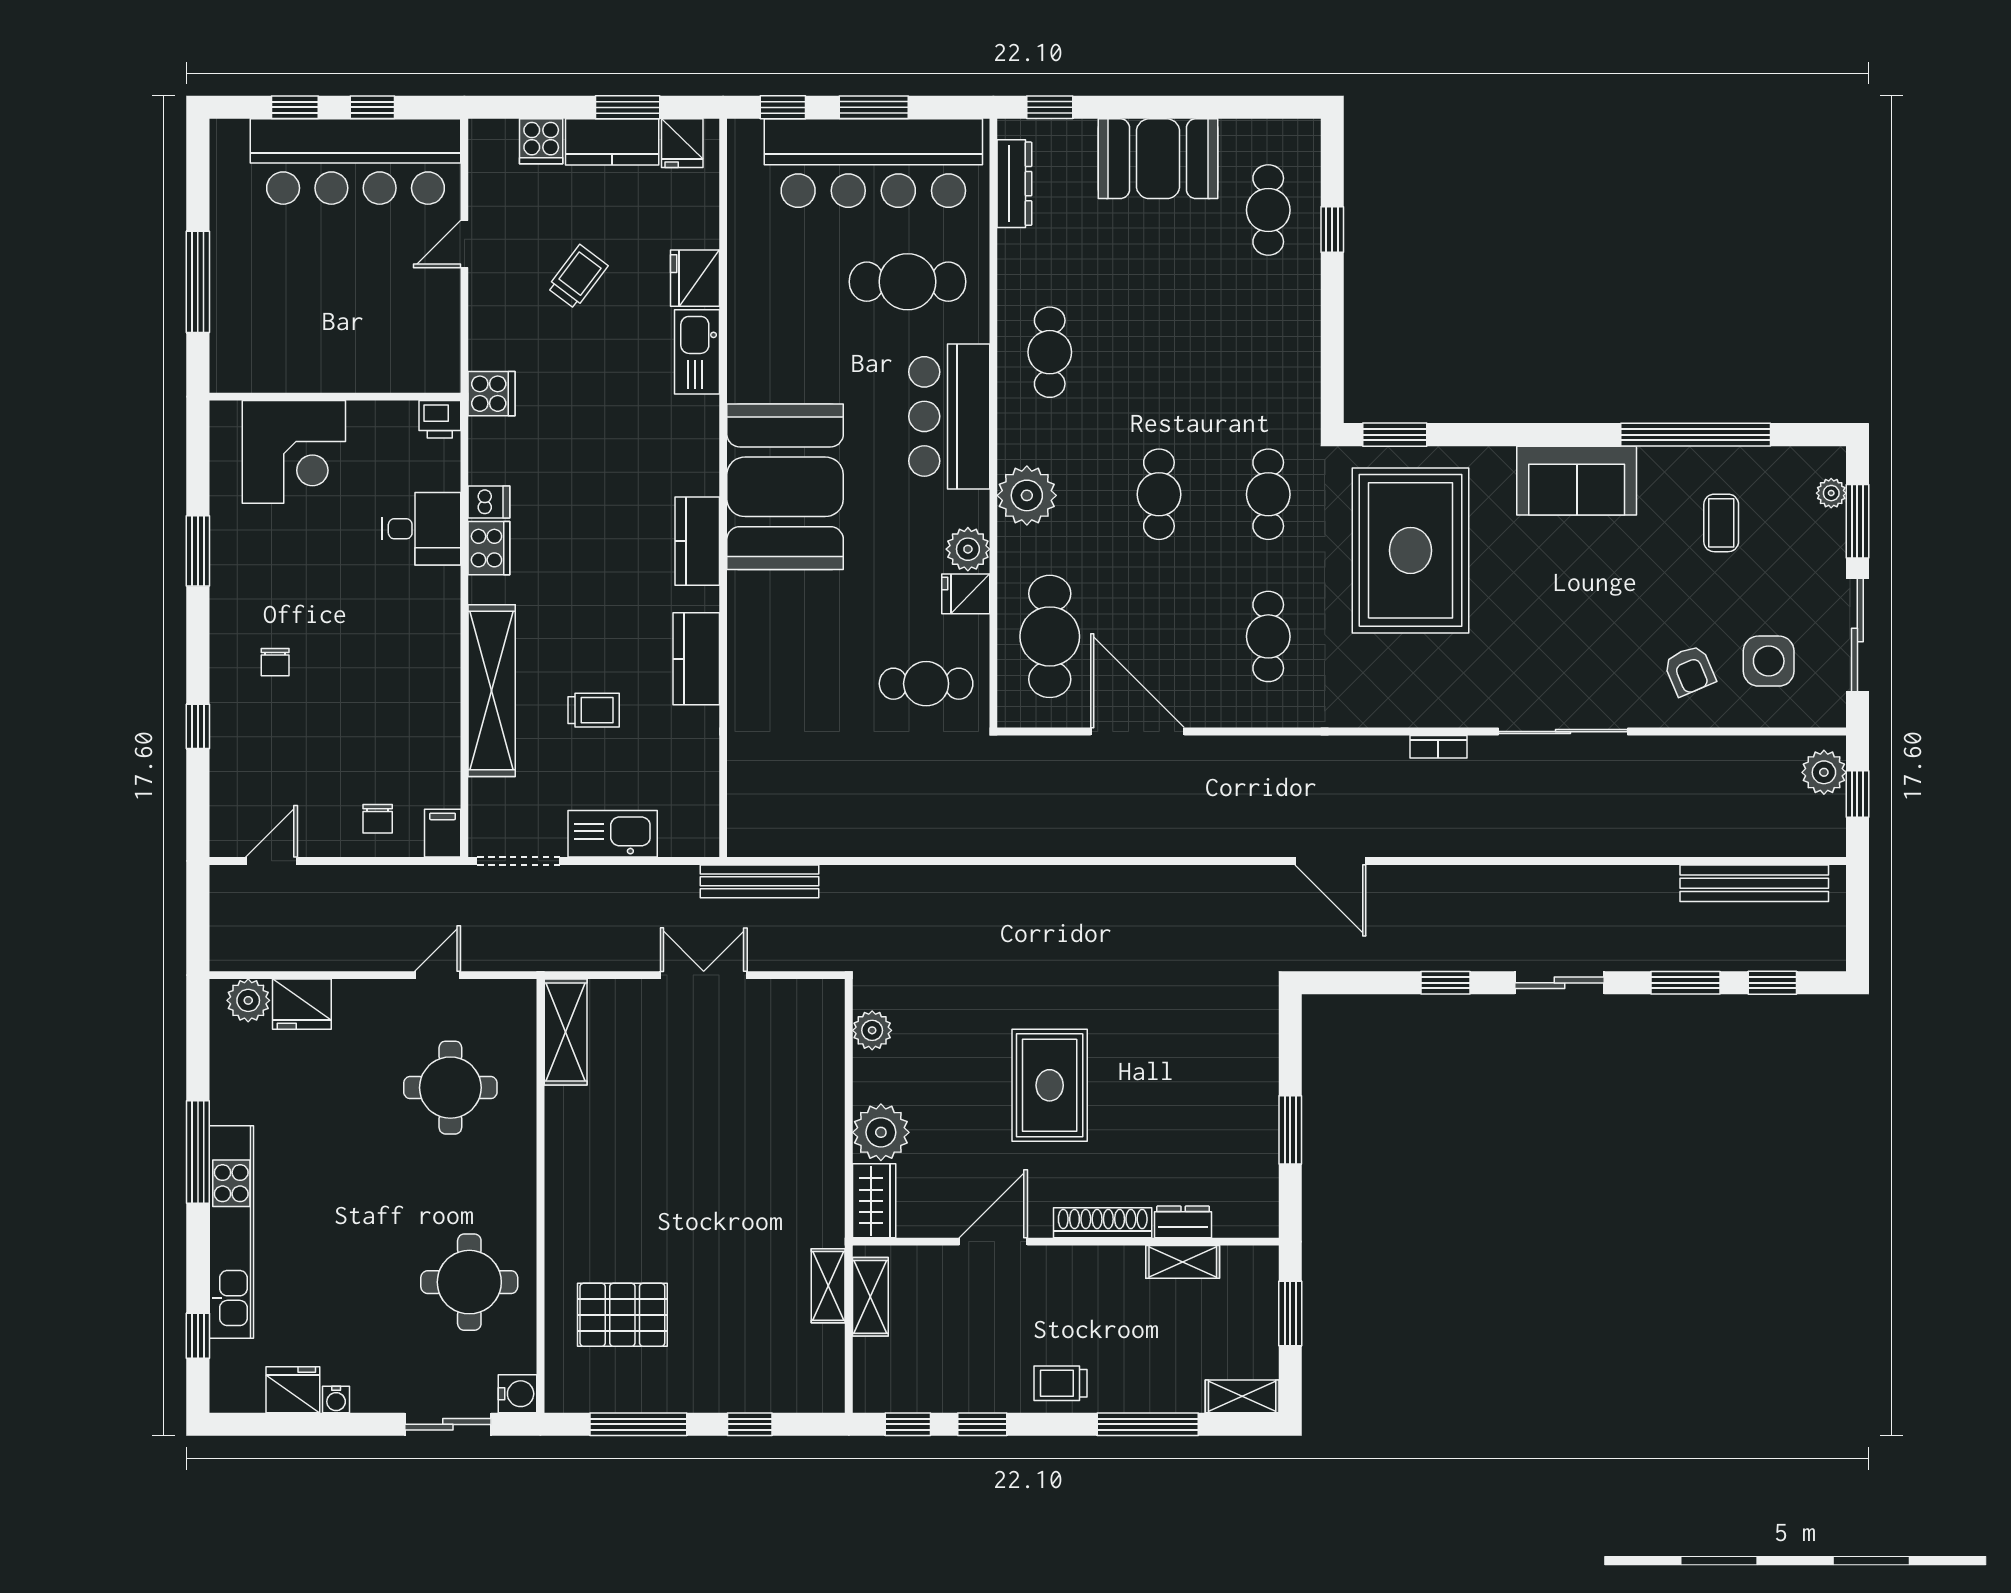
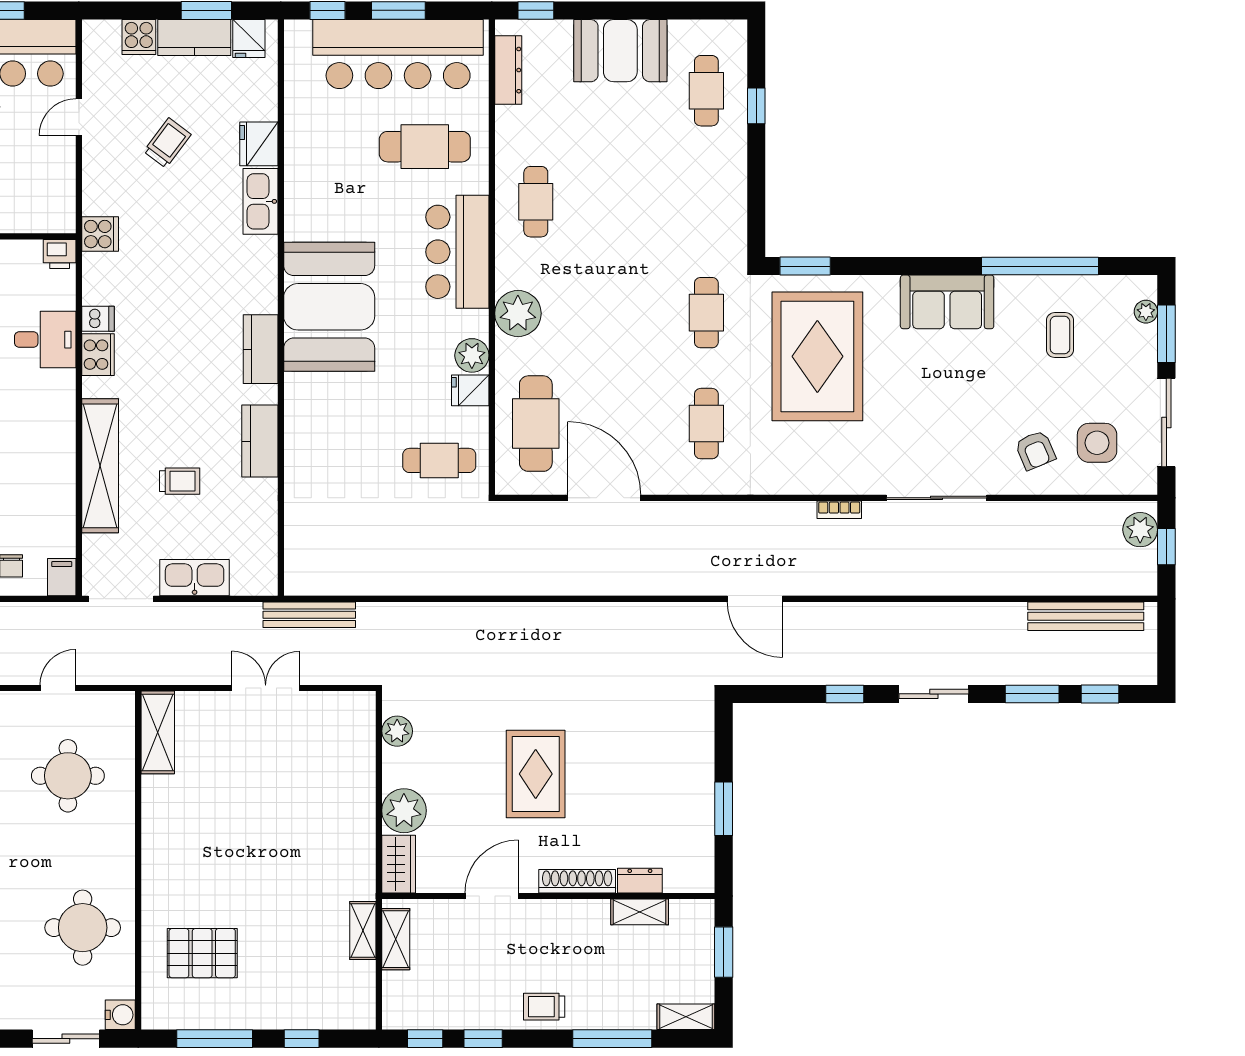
cafe table: (1159, 494) -> (621, 313), removed

